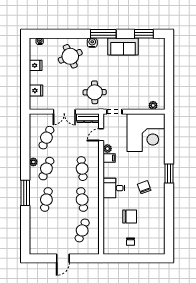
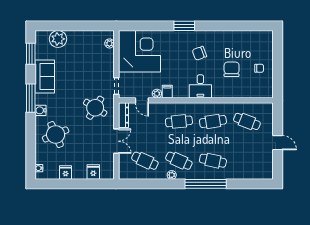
plant: (157, 59) -> (58, 39), added
round table: (95, 92) -> (95, 108), turned 33
window: (25, 193) -> (206, 184), width x1.46

